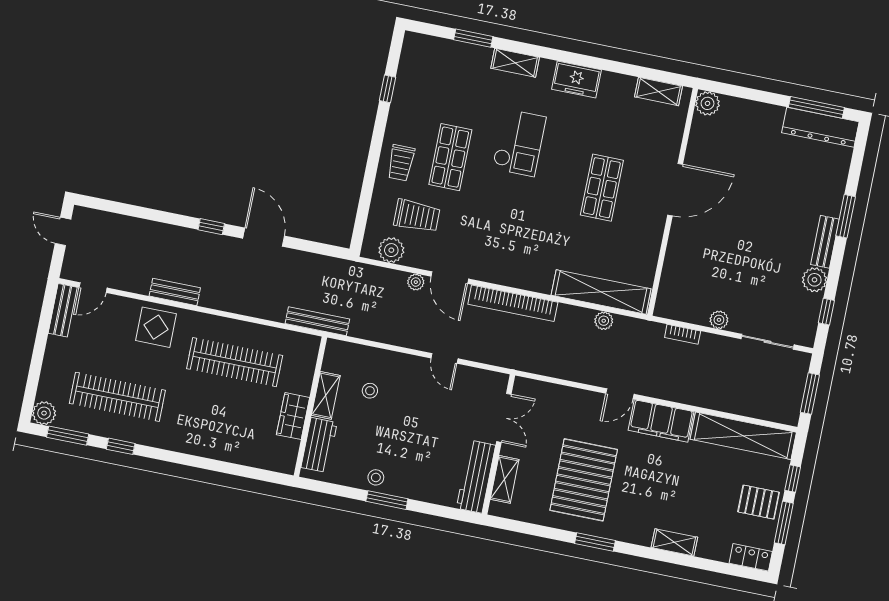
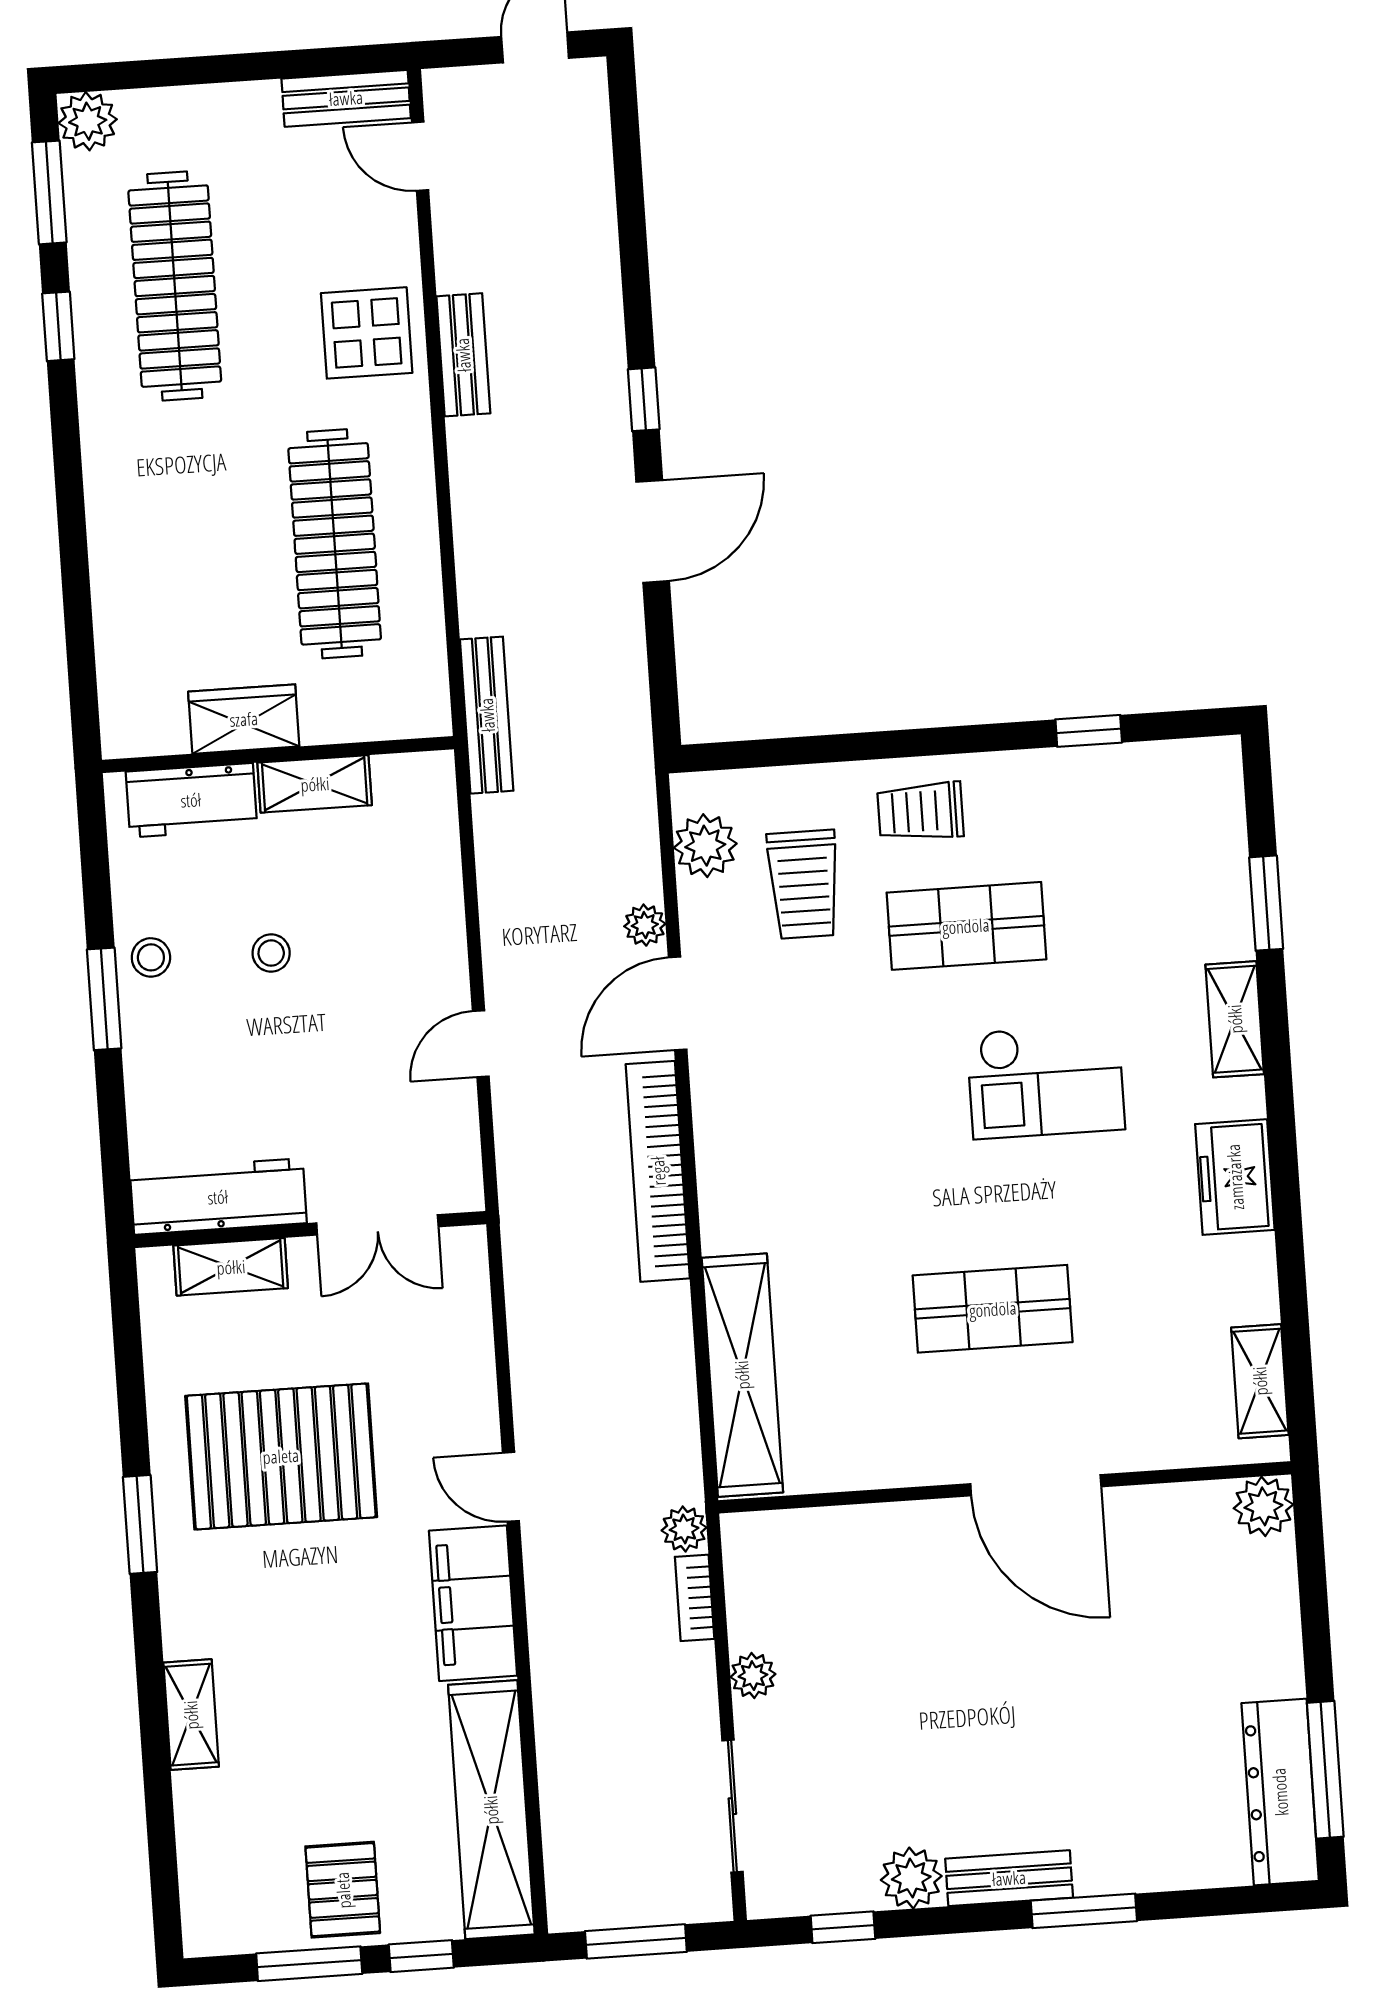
plant: (604, 321) -> (684, 1529), moved
stool: (370, 391) -> (271, 953), moved
locker: (751, 557) -> (205, 1907), removed

